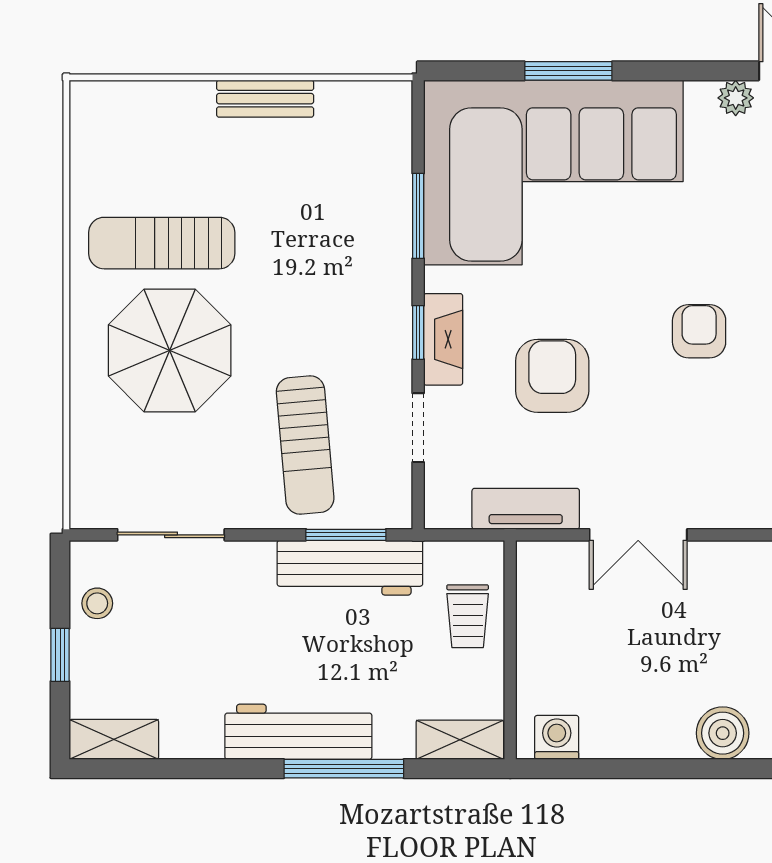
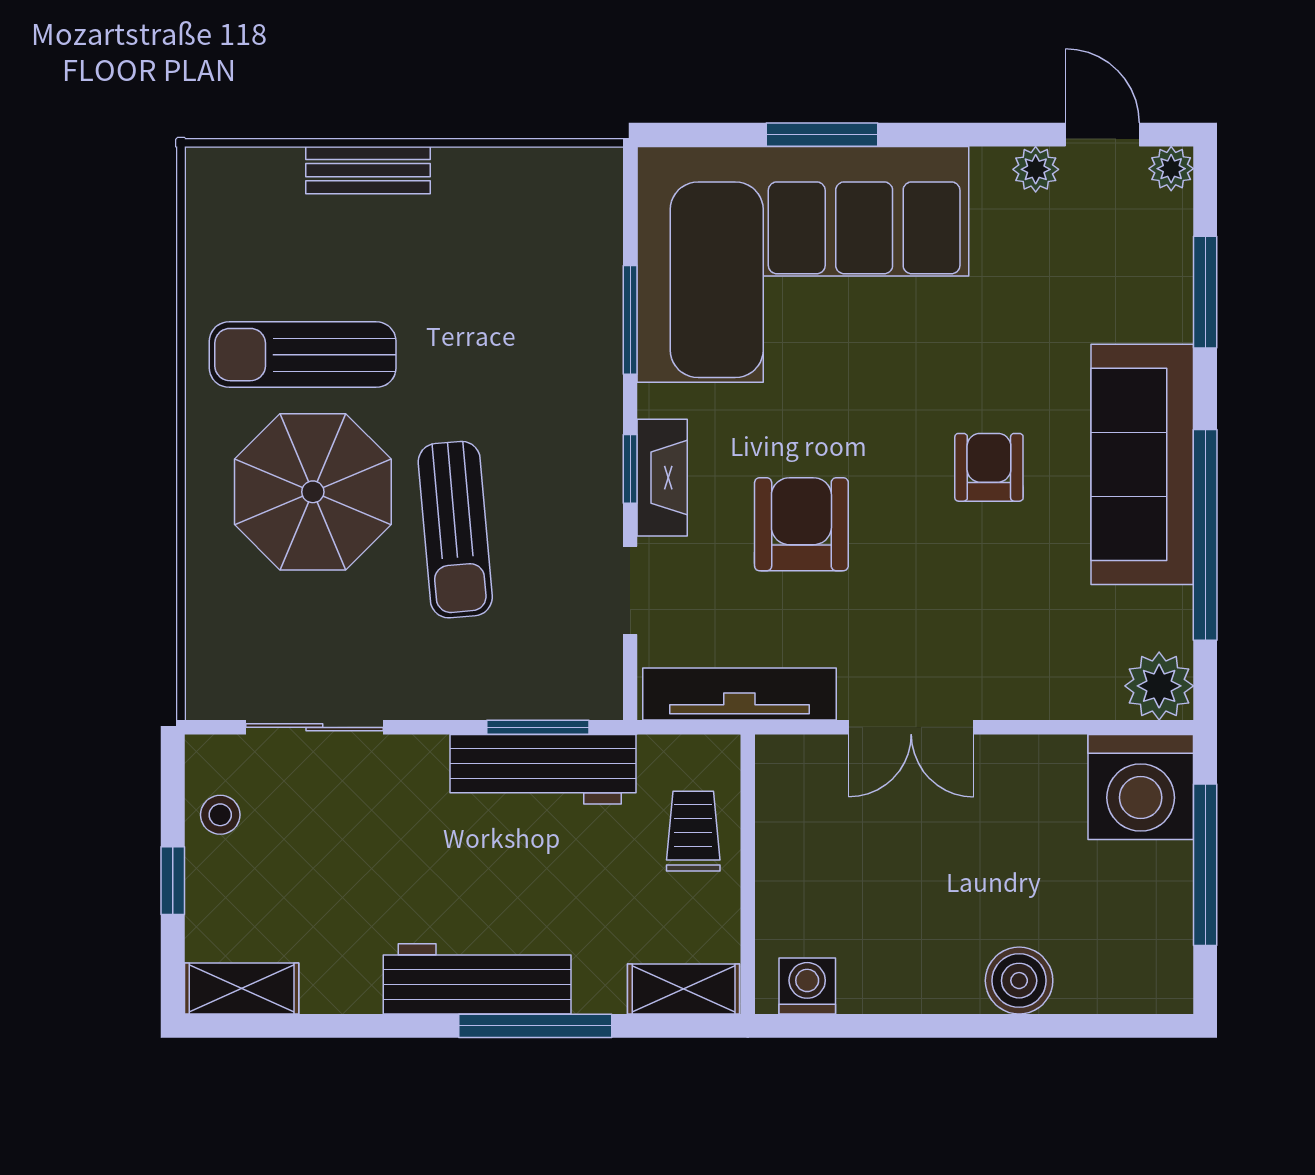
bench: (265, 99) -> (368, 170), moved
sun lounger: (305, 445) -> (455, 530), moved
tv unit: (526, 509) -> (739, 694), width x1.41
trolley: (468, 616) -> (693, 831), turned 180

